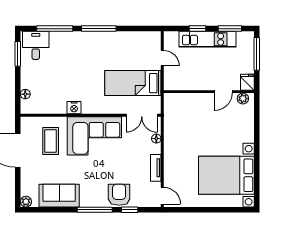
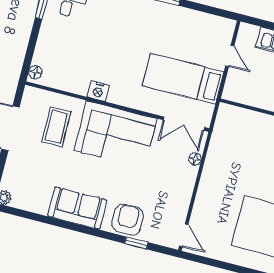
floor lamp: (25, 94) -> (35, 72), moved
tv unit: (156, 168) -> (185, 197), removed
sofa: (59, 196) -> (77, 208), moved
window: (95, 210) -> (91, 231), removed

